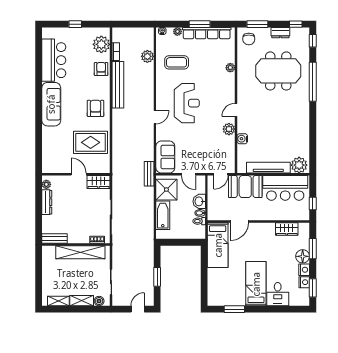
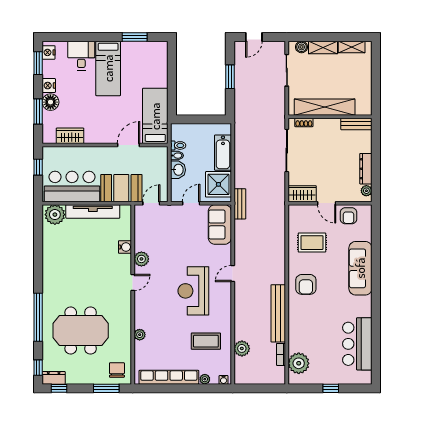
window: (200, 24) -> (178, 388), removed
dresser: (280, 33) -> (54, 378), moved
armchair: (101, 69) -> (348, 216), moved
sofa: (51, 104) -> (360, 268), moved
rug: (91, 142) -> (312, 243), width x0.73, depth x0.70
door: (189, 174) -> (191, 203), hinge flipped
nightstand: (304, 282) -> (49, 52), moved

